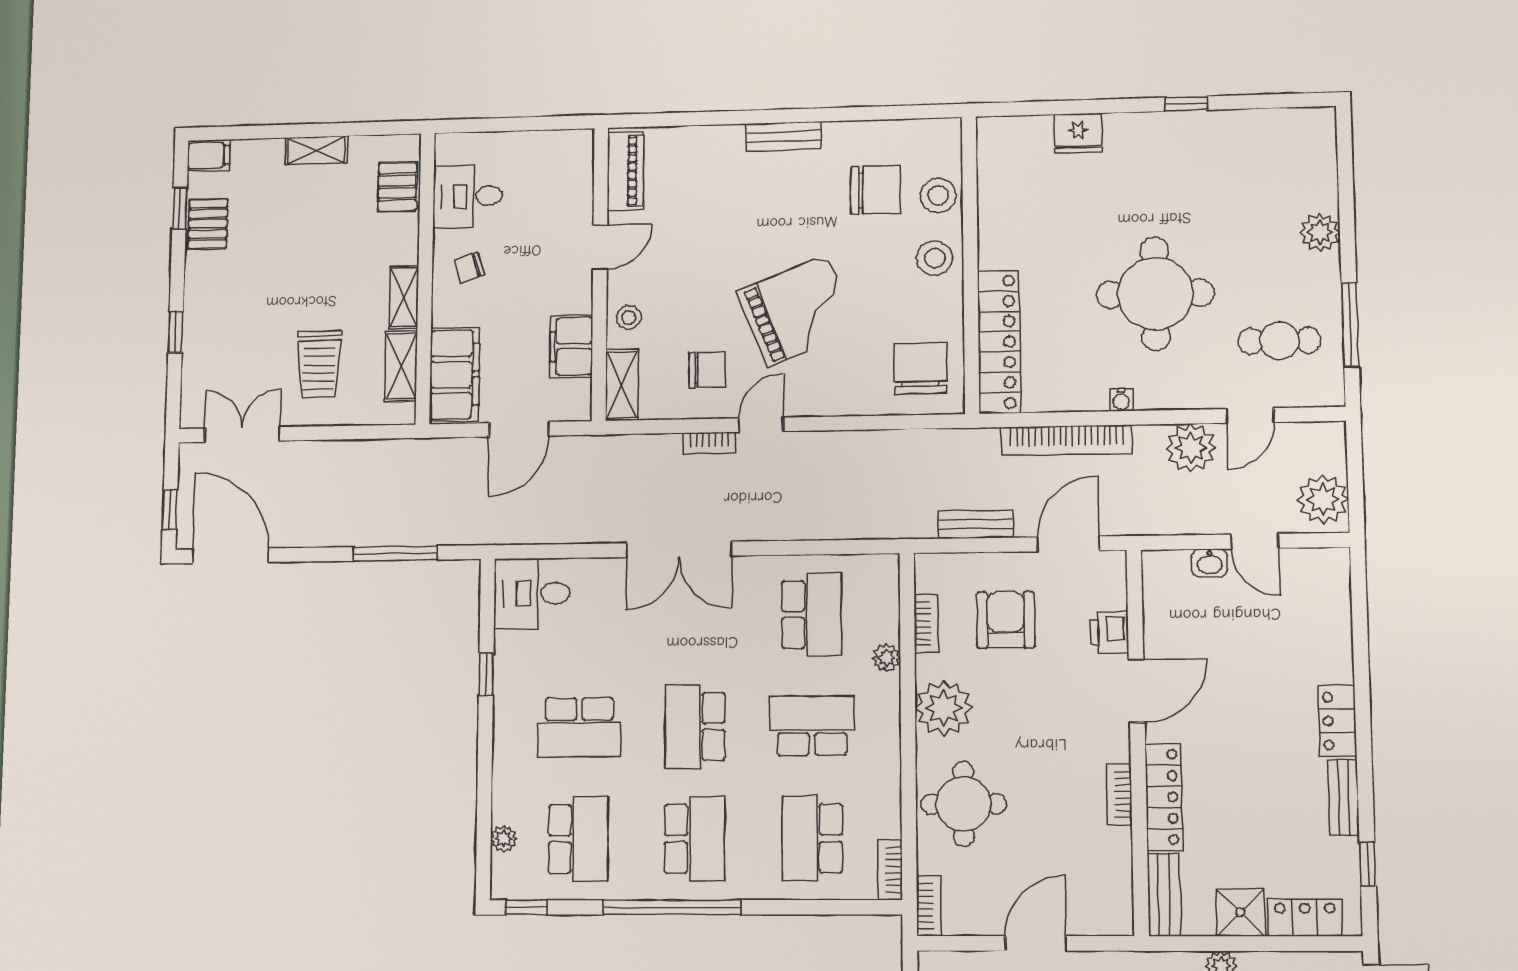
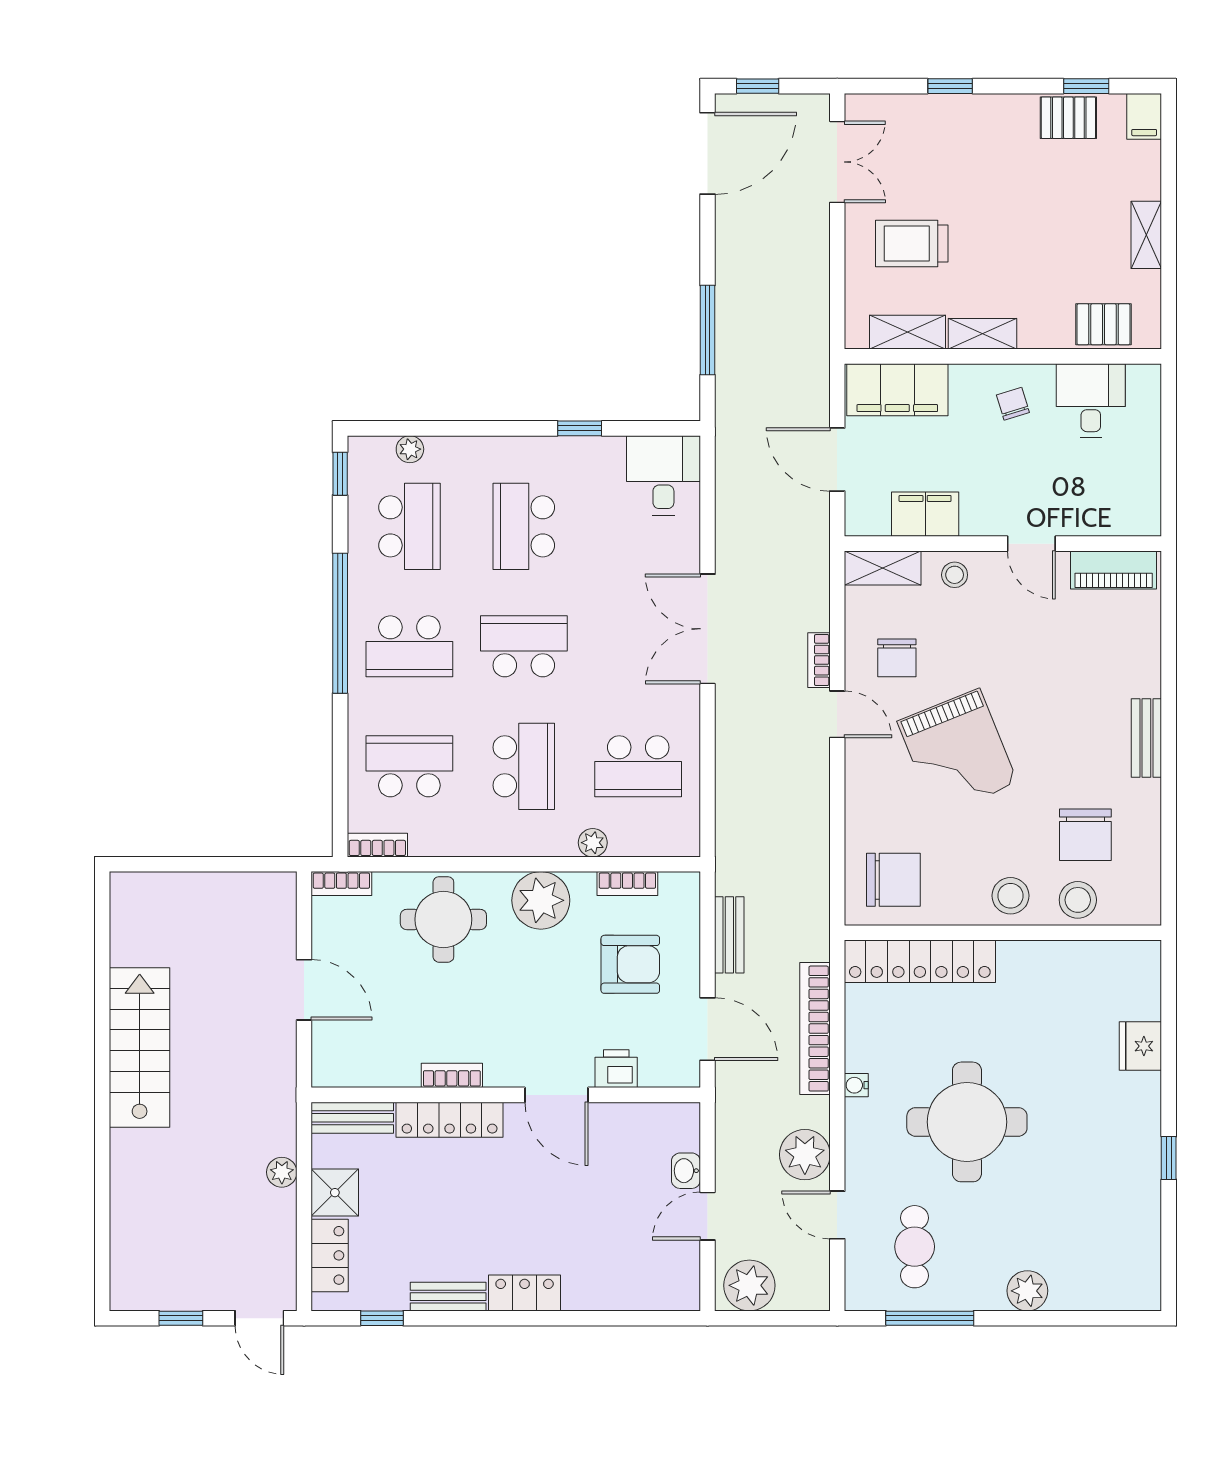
school desk: (578, 839) -> (409, 526), turned -90

